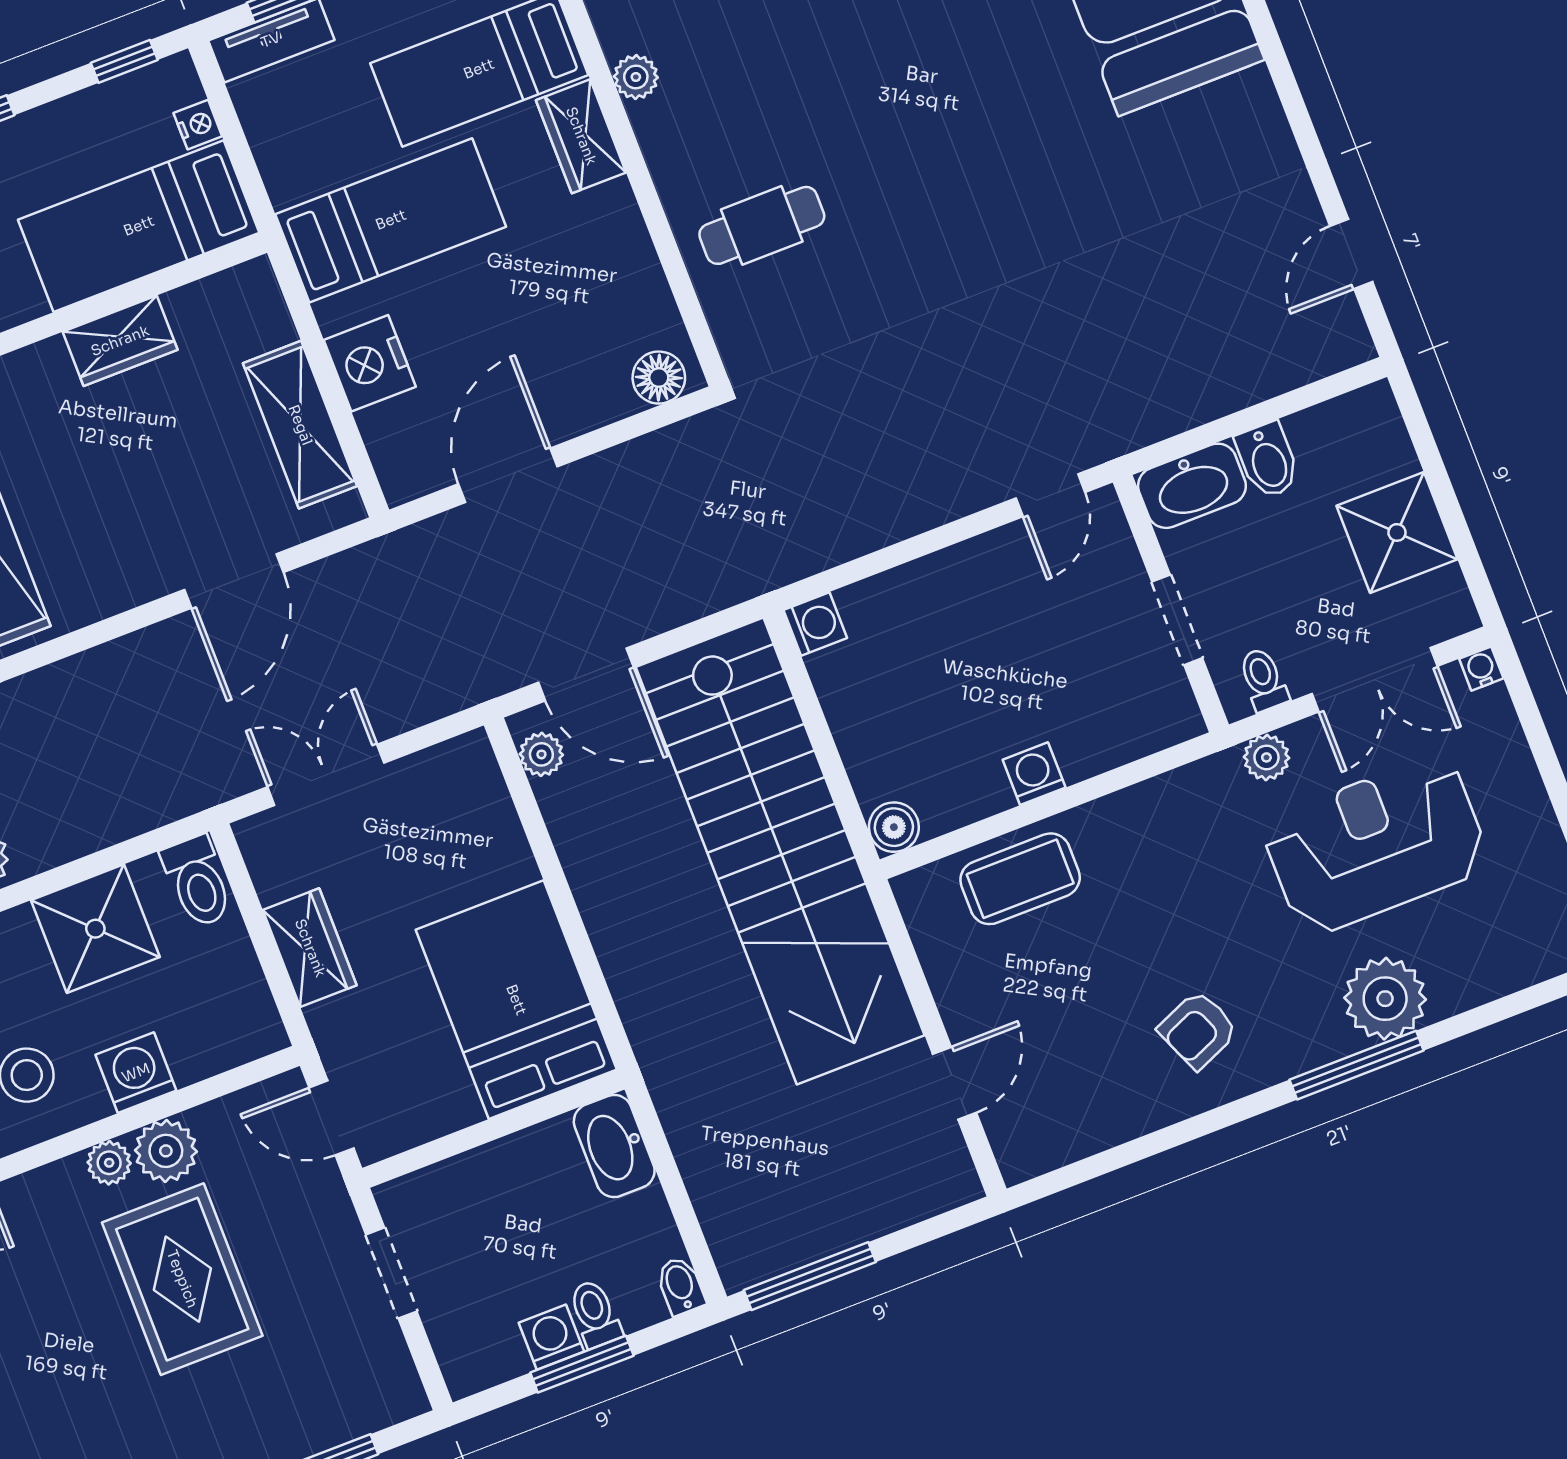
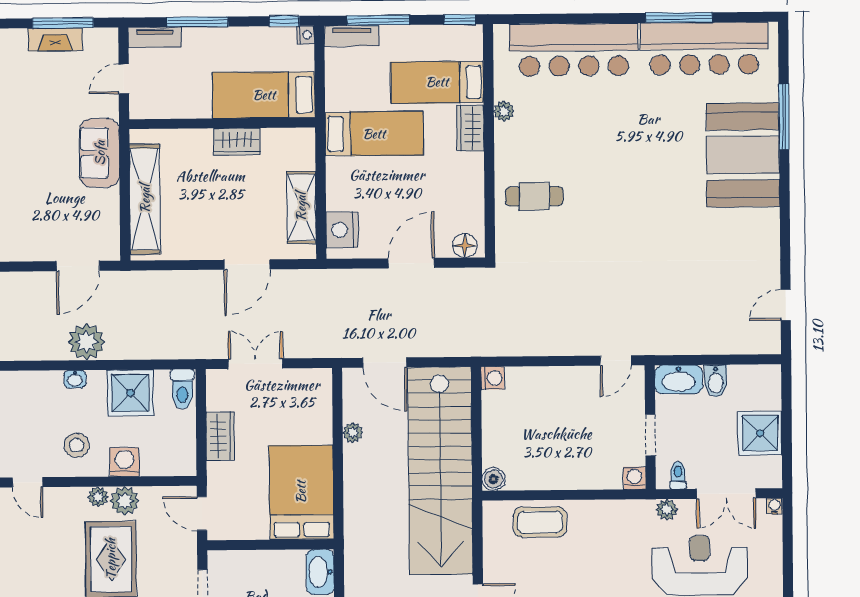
nightstand: (198, 125) -> (306, 35), moved
nightstand: (370, 363) -> (342, 230), moved
door: (508, 475) -> (411, 263), moved
plant: (541, 754) -> (353, 433), moved
washing machine: (1034, 774) -> (634, 478), moved

